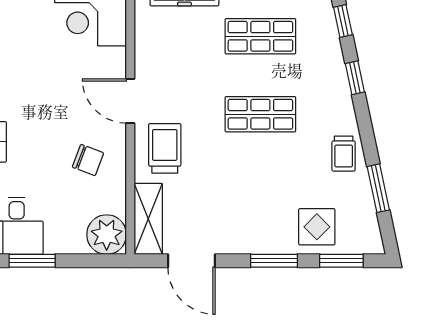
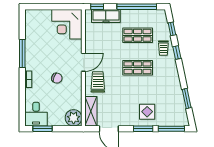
door: (130, 101) -> (83, 62), swing flipped
trolley: (344, 154) -> (163, 48), moved
chair: (88, 160) -> (57, 78), moved
display table: (317, 227) -> (147, 112), moved
window: (341, 261) -> (171, 129), width x1.44

